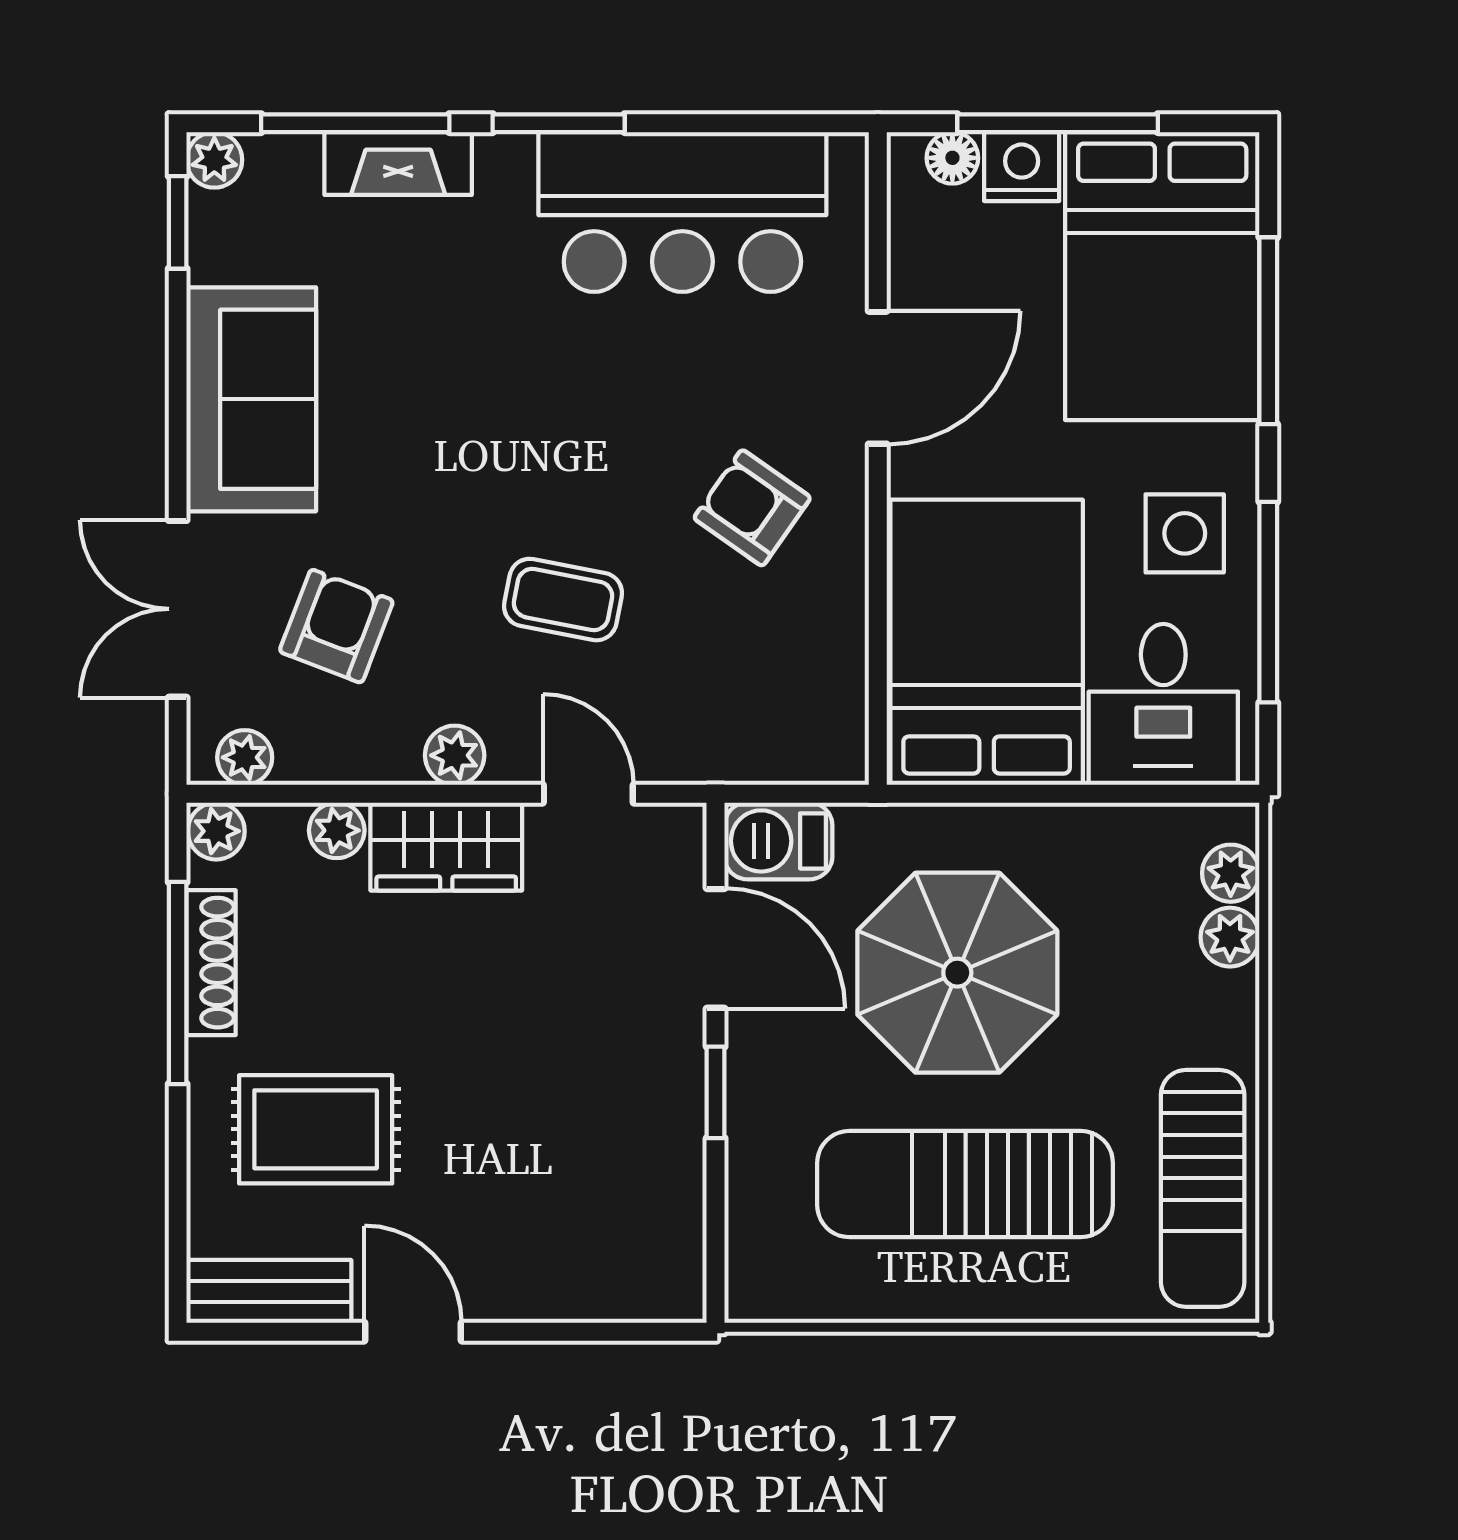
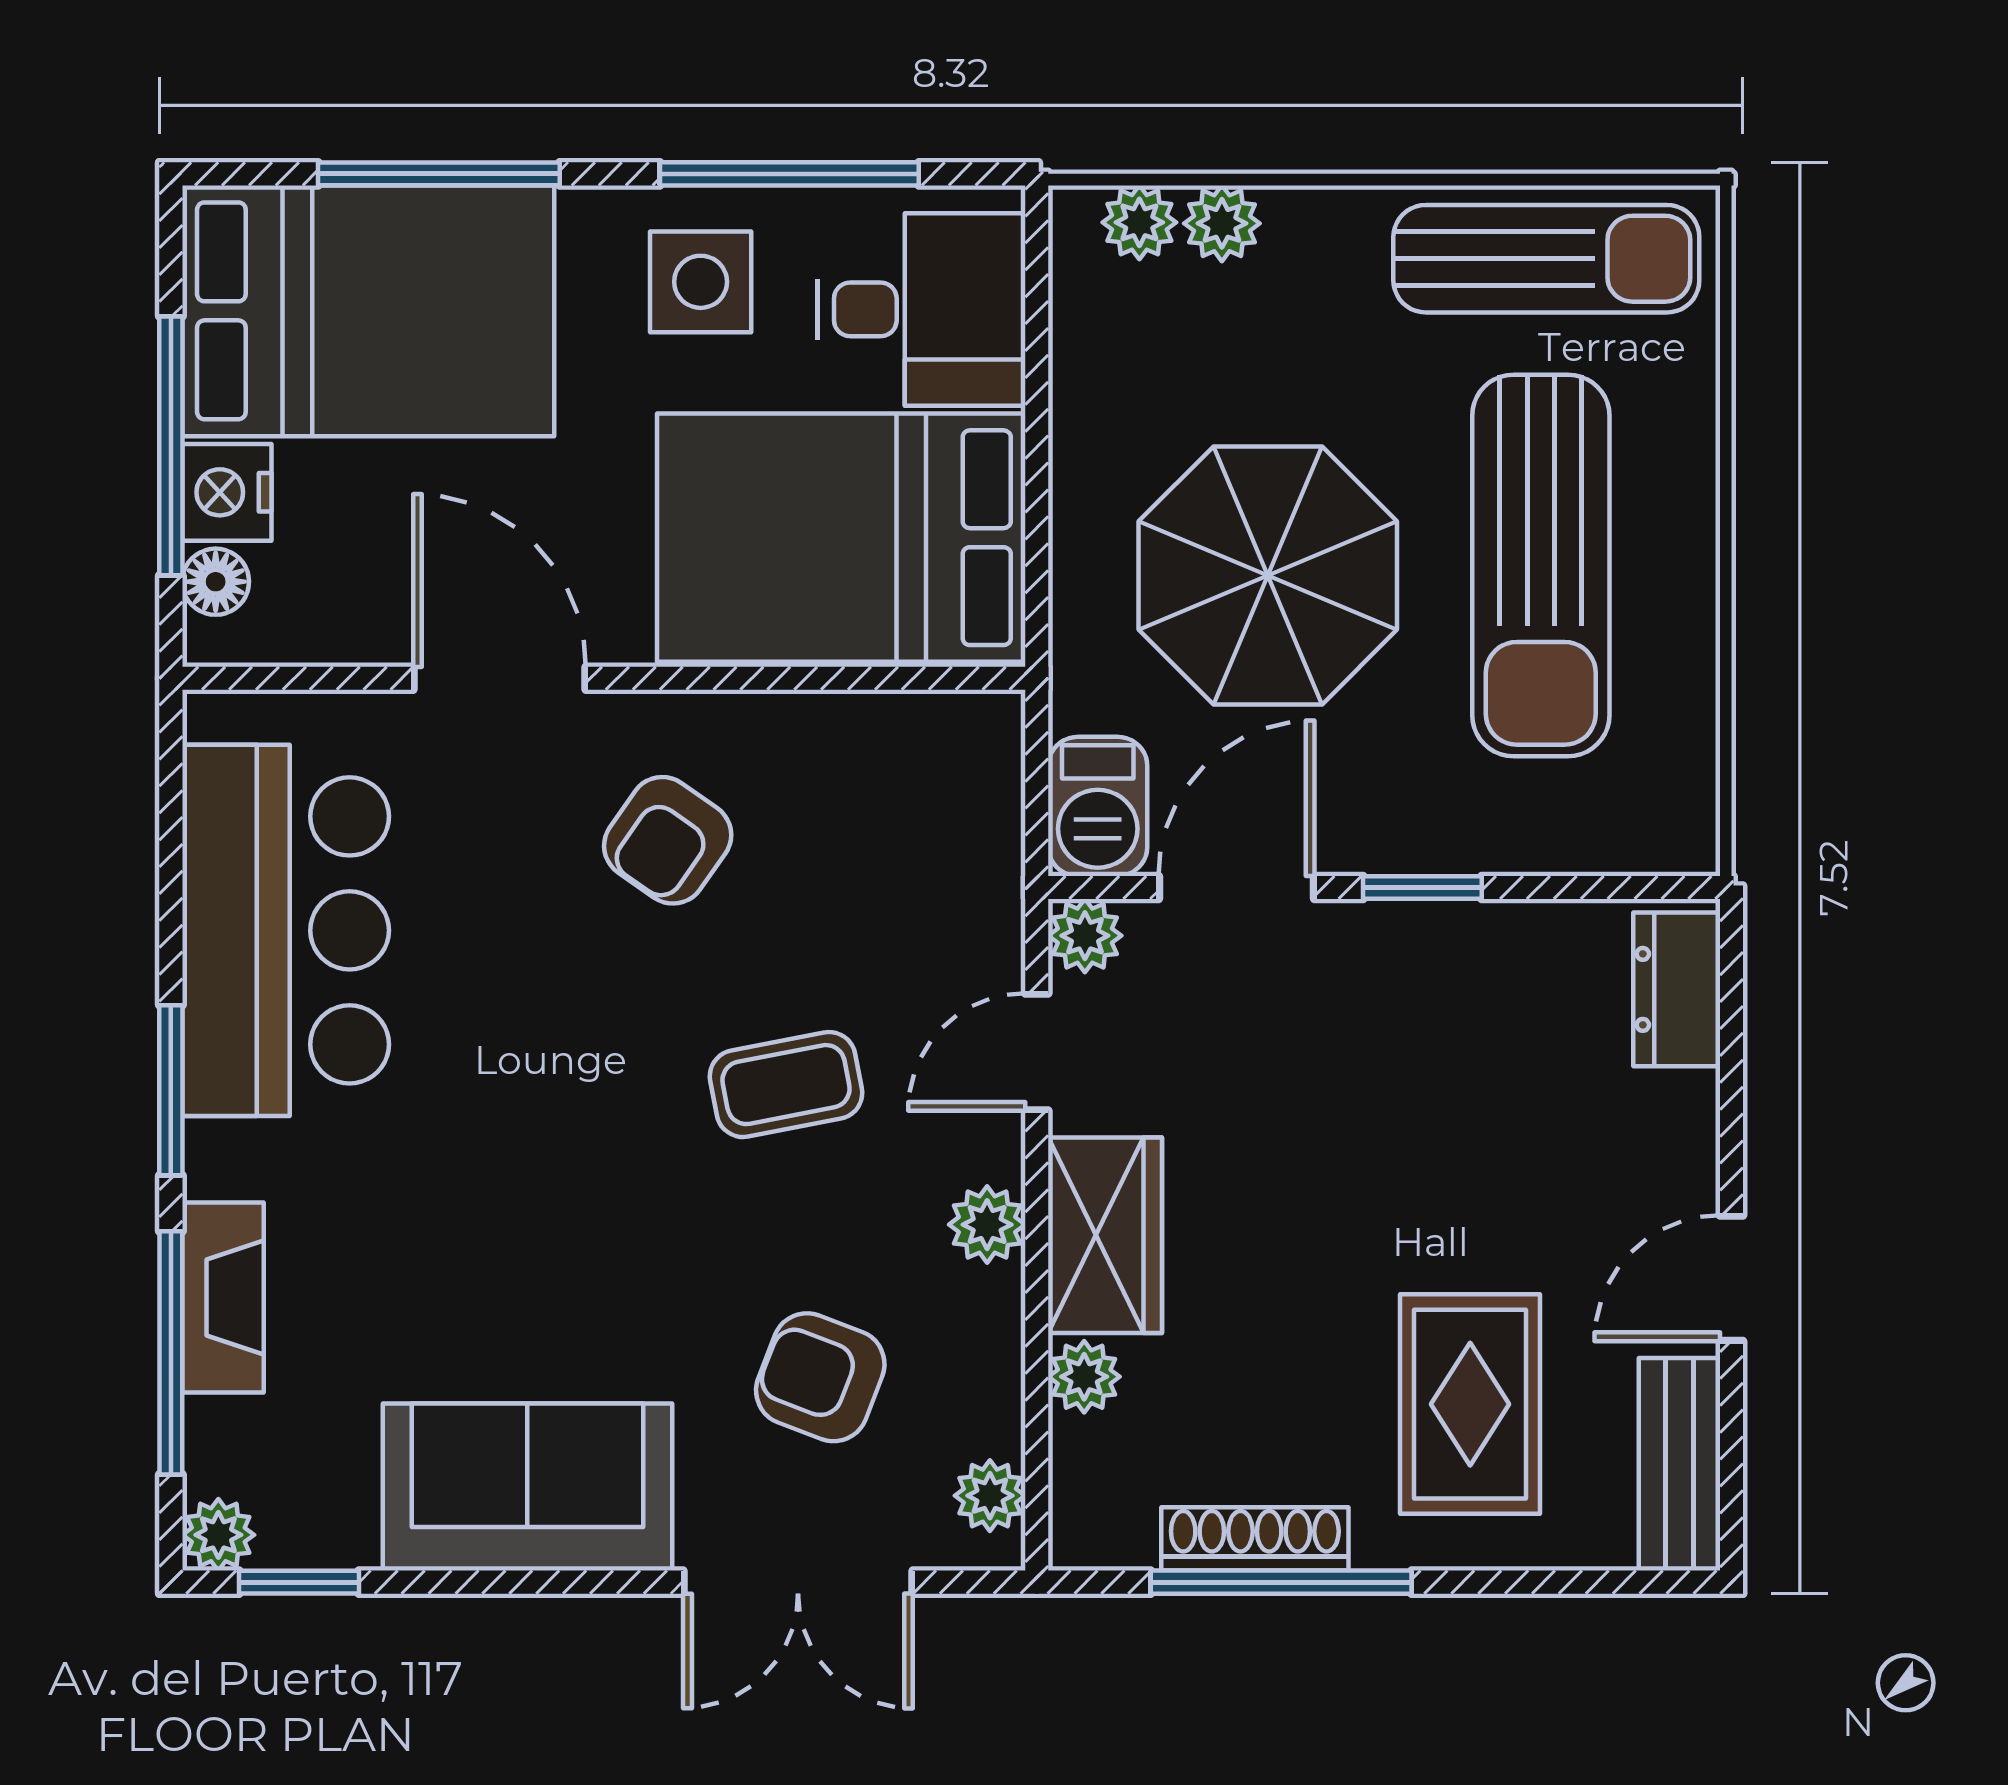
coffee table: (563, 600) -> (786, 1085), turned 68
plant: (216, 831) -> (1085, 936), moved
dresser: (637, 1289) -> (1677, 989), added

